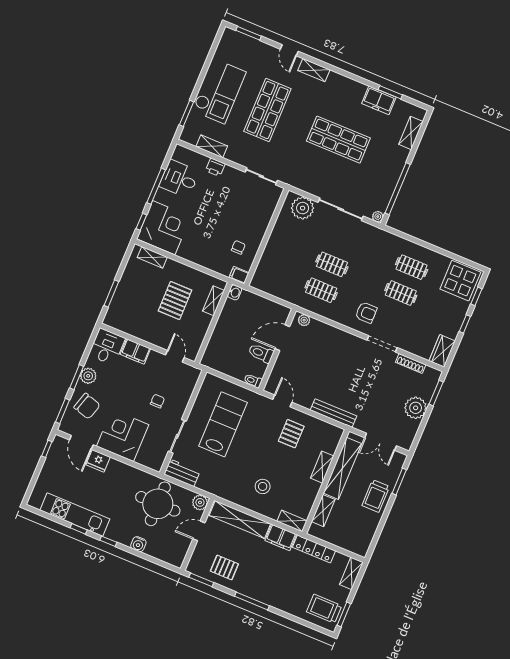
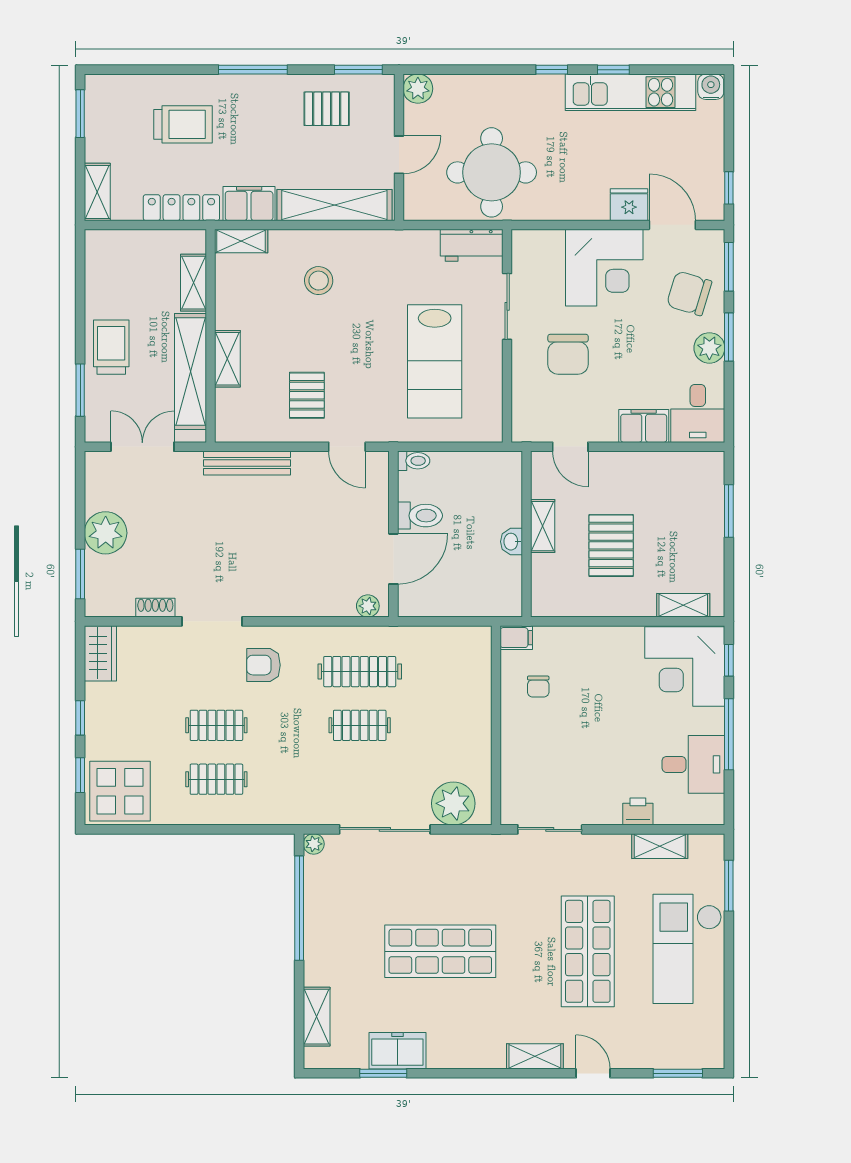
clothes rail: (321, 290) -> (360, 672), width x1.36
washbasin: (235, 292) -> (512, 542), moved
shelving: (214, 301) -> (543, 526), moved
shoe rack: (411, 363) -> (155, 608), width x0.70
chair: (157, 401) -> (568, 354), width x1.87, depth x1.87
plant: (200, 502) -> (418, 89), moved
water cooler: (138, 544) -> (711, 87), moved
trolley: (324, 609) -> (183, 124), moved

